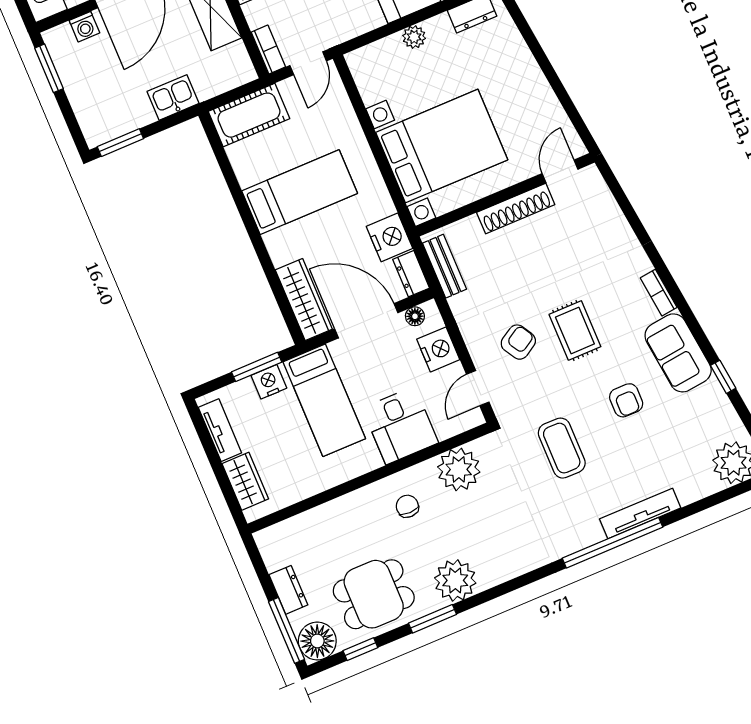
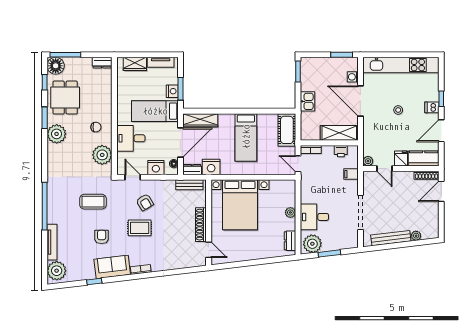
armchair: (626, 400) -> (102, 237), turned 90
tv unit: (640, 513) -> (52, 242), moved
dresser: (288, 590) -> (102, 63), moved

